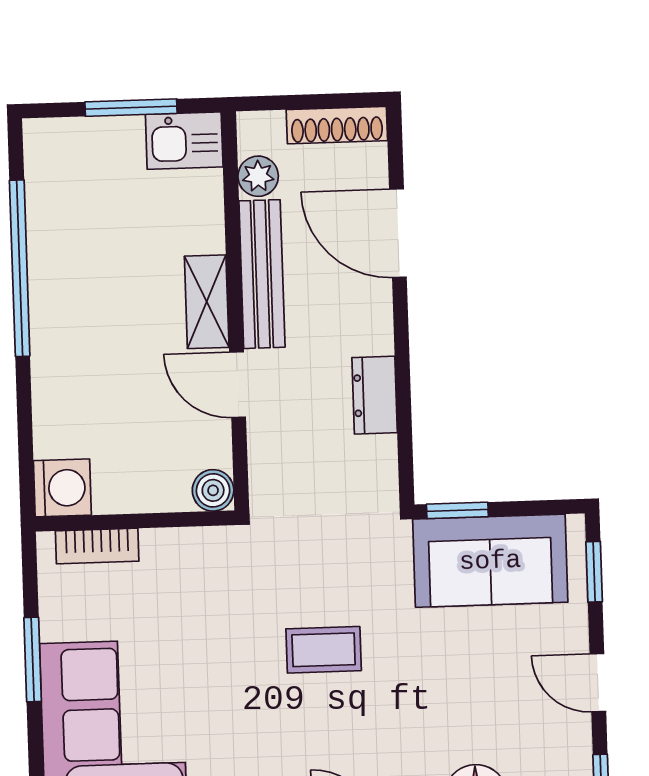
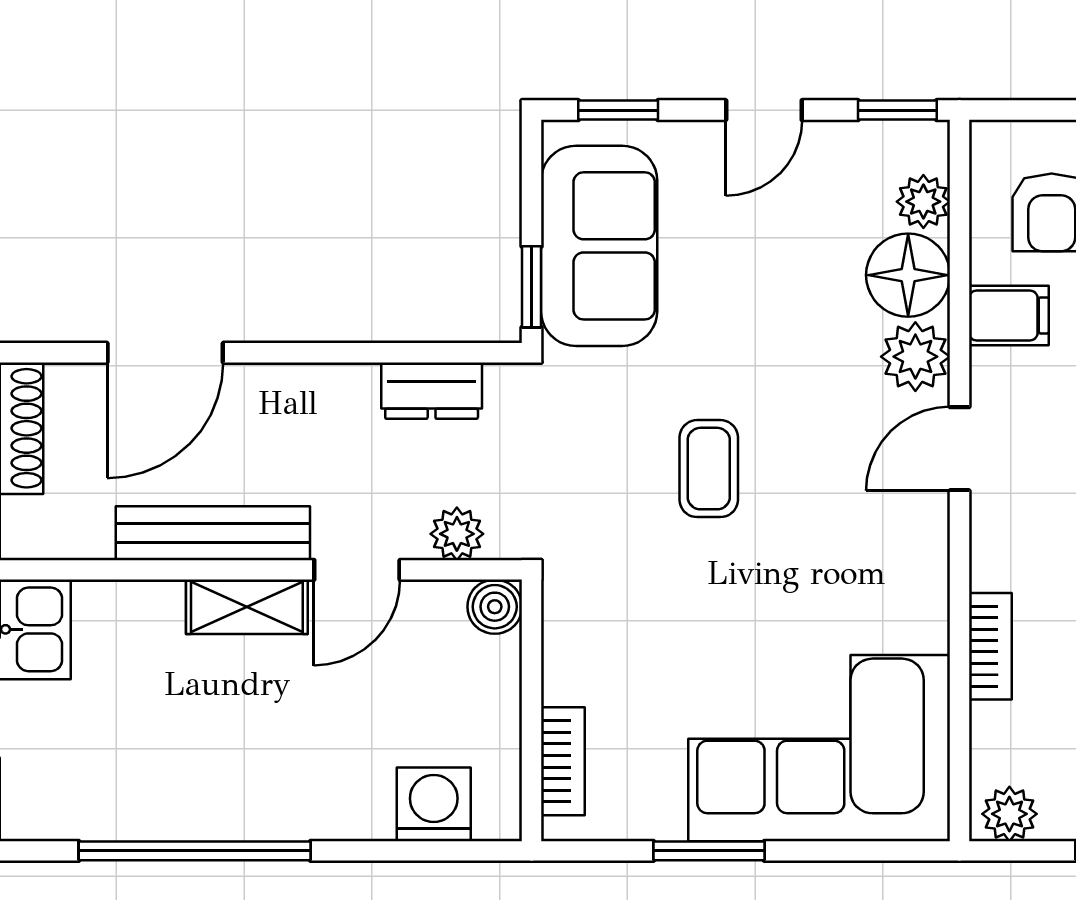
plant: (258, 176) -> (457, 534), moved
dresser: (375, 395) -> (432, 391), moved
washing machine: (62, 488) -> (434, 804), moved

